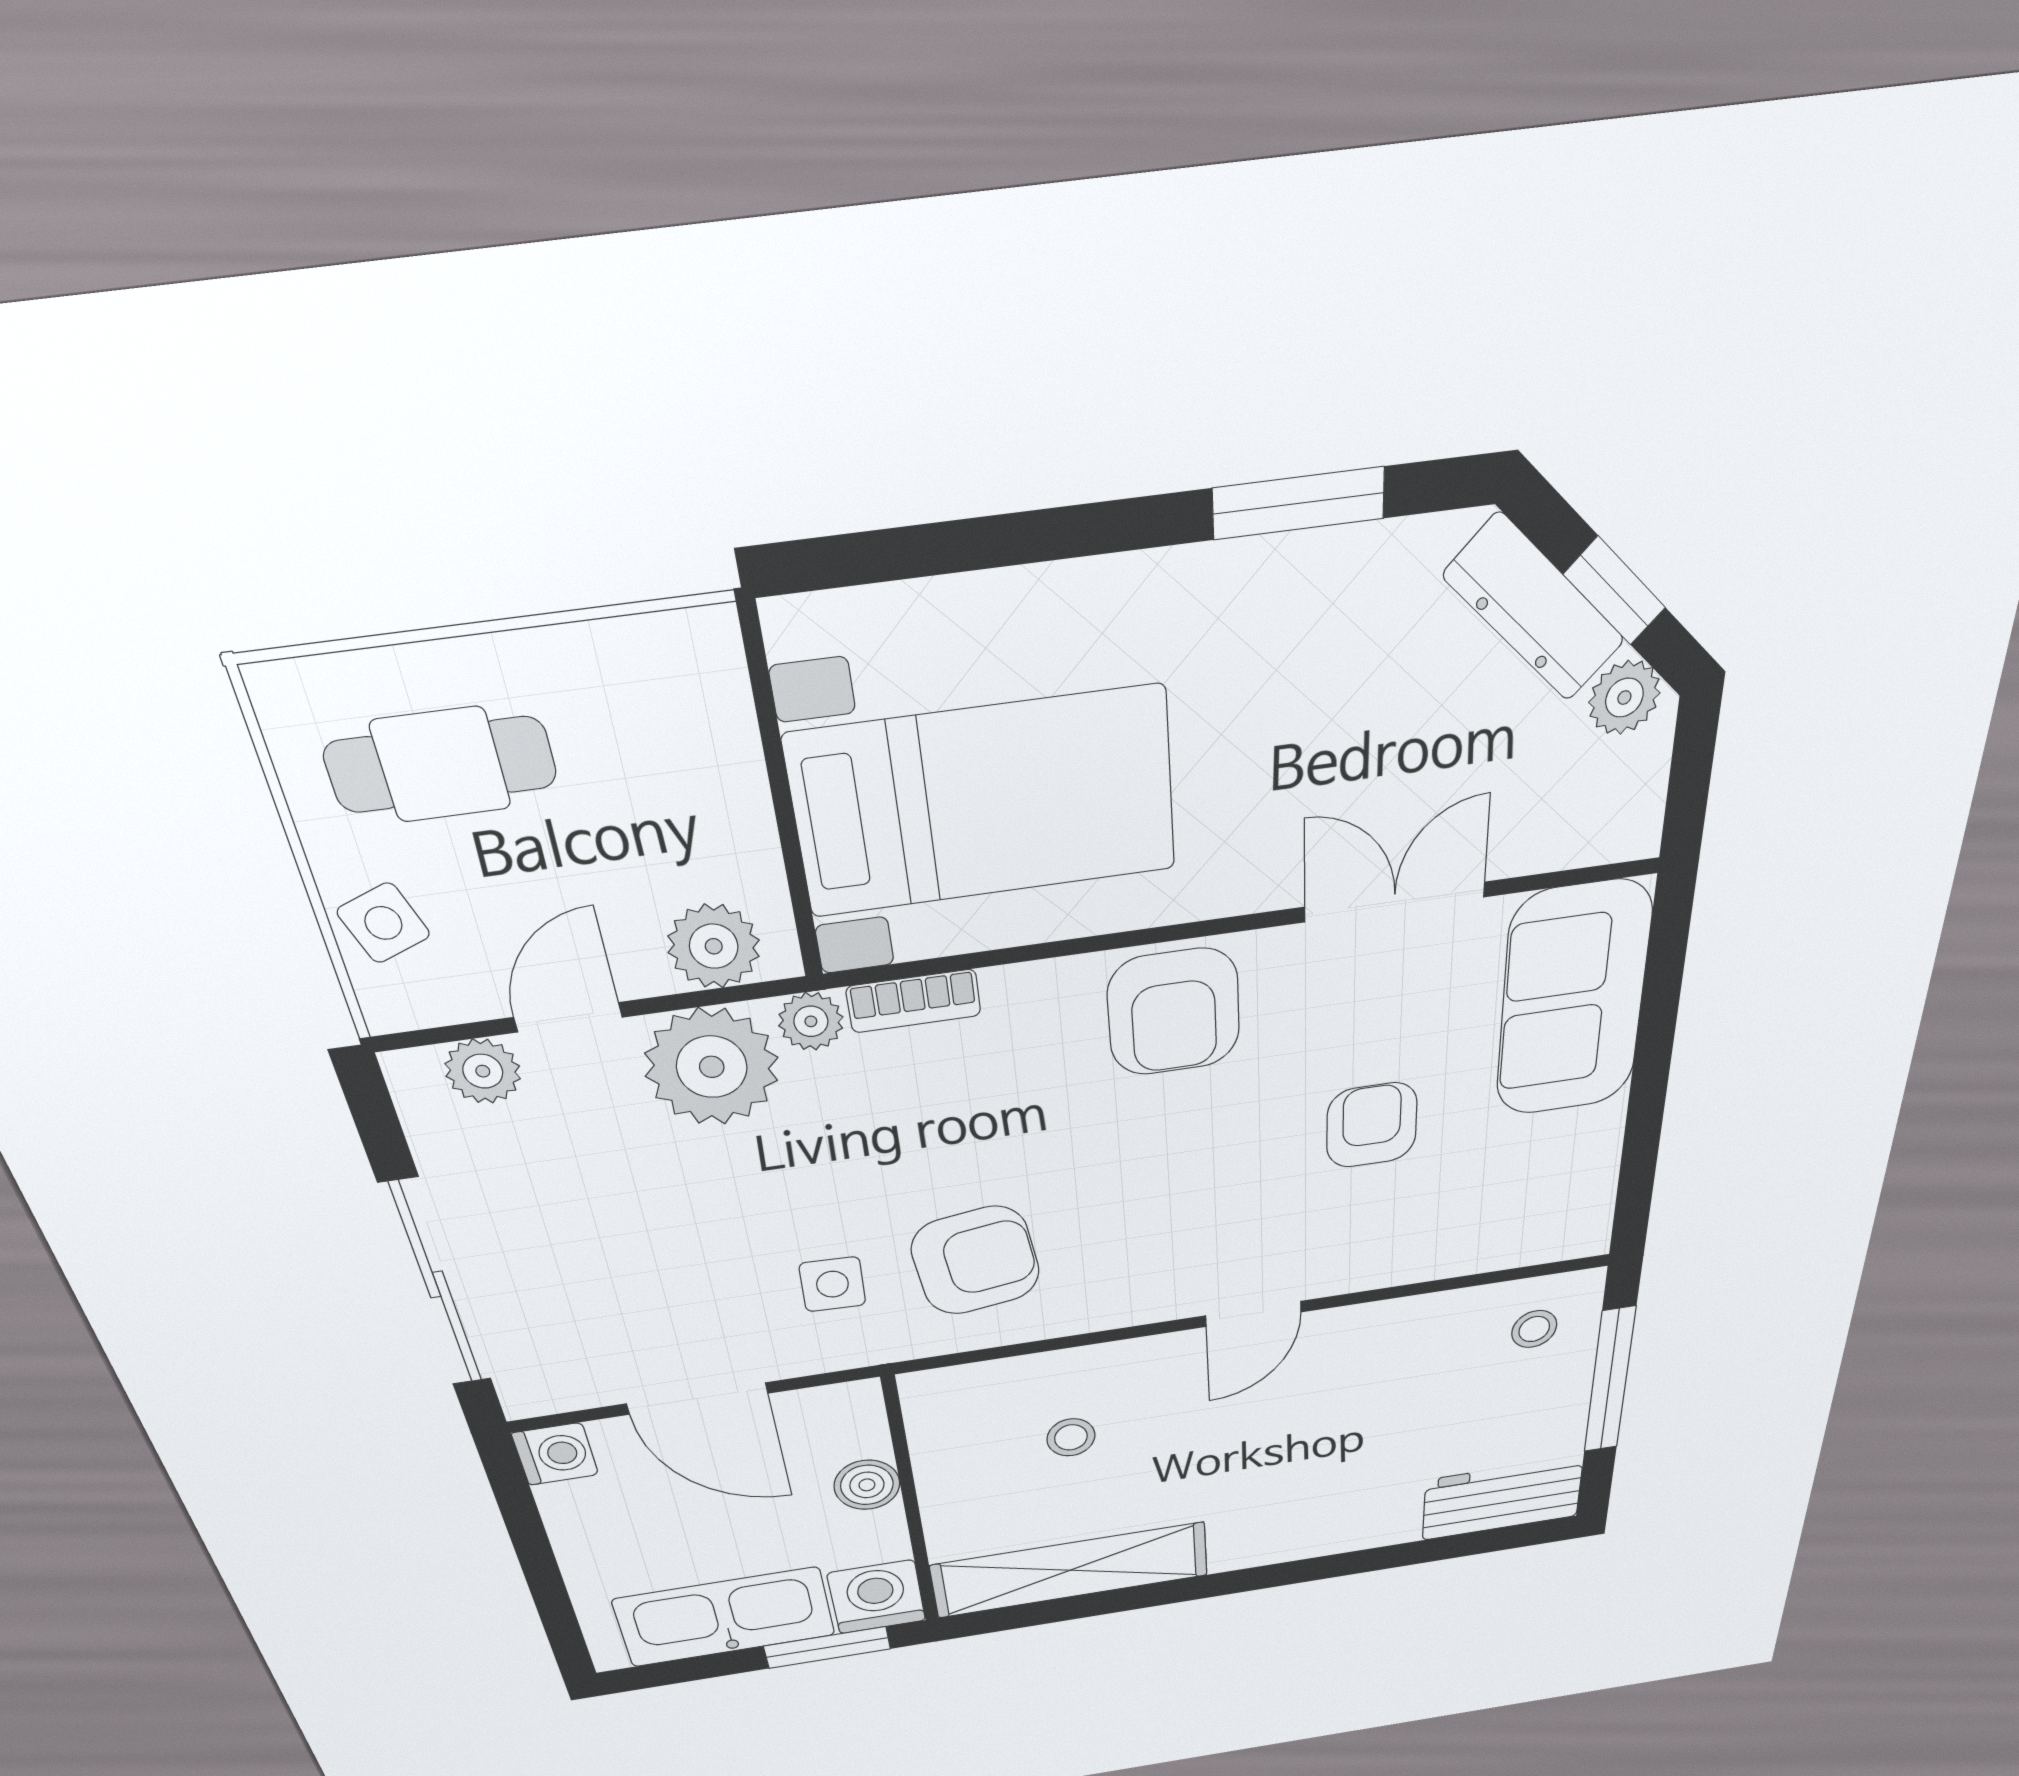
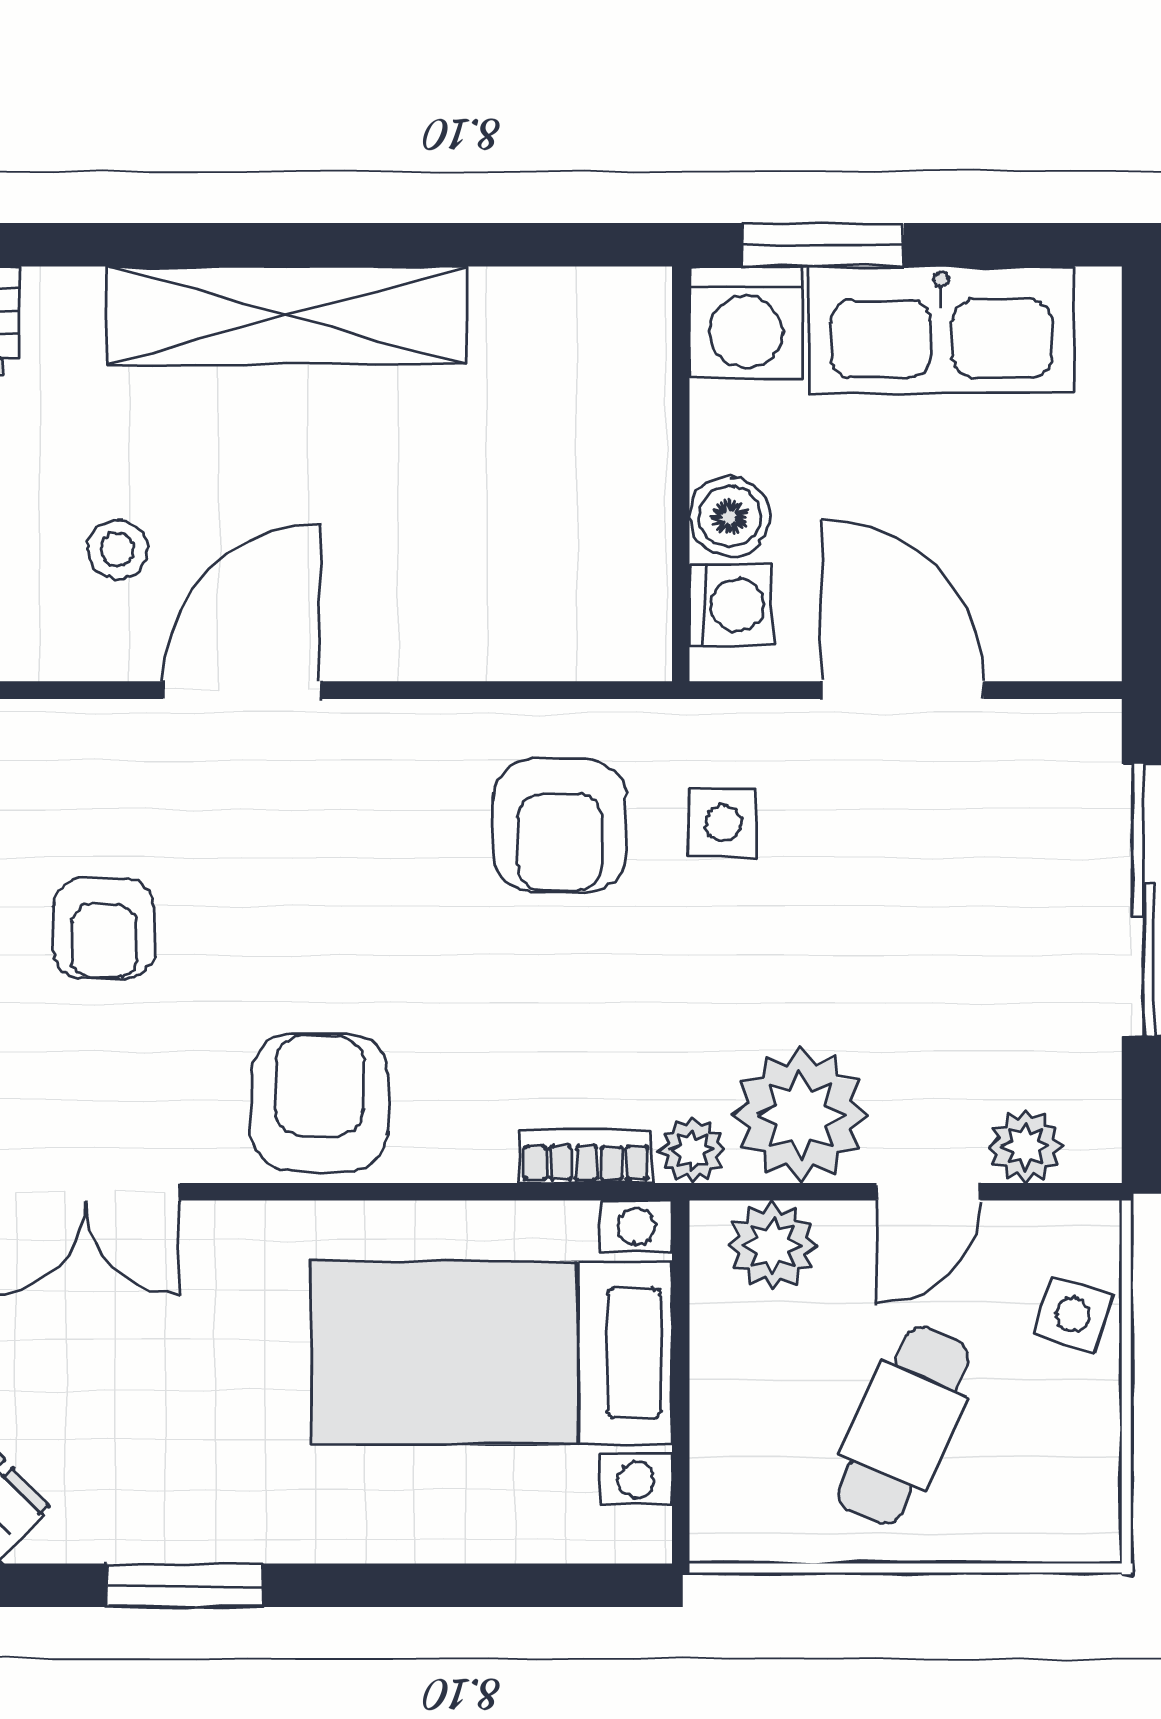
cafe table: (441, 765) -> (903, 1426), moved, turned -66
side table: (383, 923) -> (1073, 1315), turned 37
armchair: (976, 1261) -> (560, 826), turned -82
door: (1254, 1314) -> (242, 690), width x1.38
stool: (1071, 1437) -> (118, 549), moved
washing machine: (555, 1454) -> (731, 605), moved, turned 180
shelving: (1070, 1570) -> (287, 315), moved

